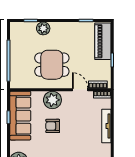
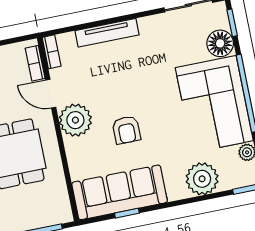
door: (80, 90) -> (51, 94), hinge flipped
plant: (52, 100) -> (75, 120), moved

